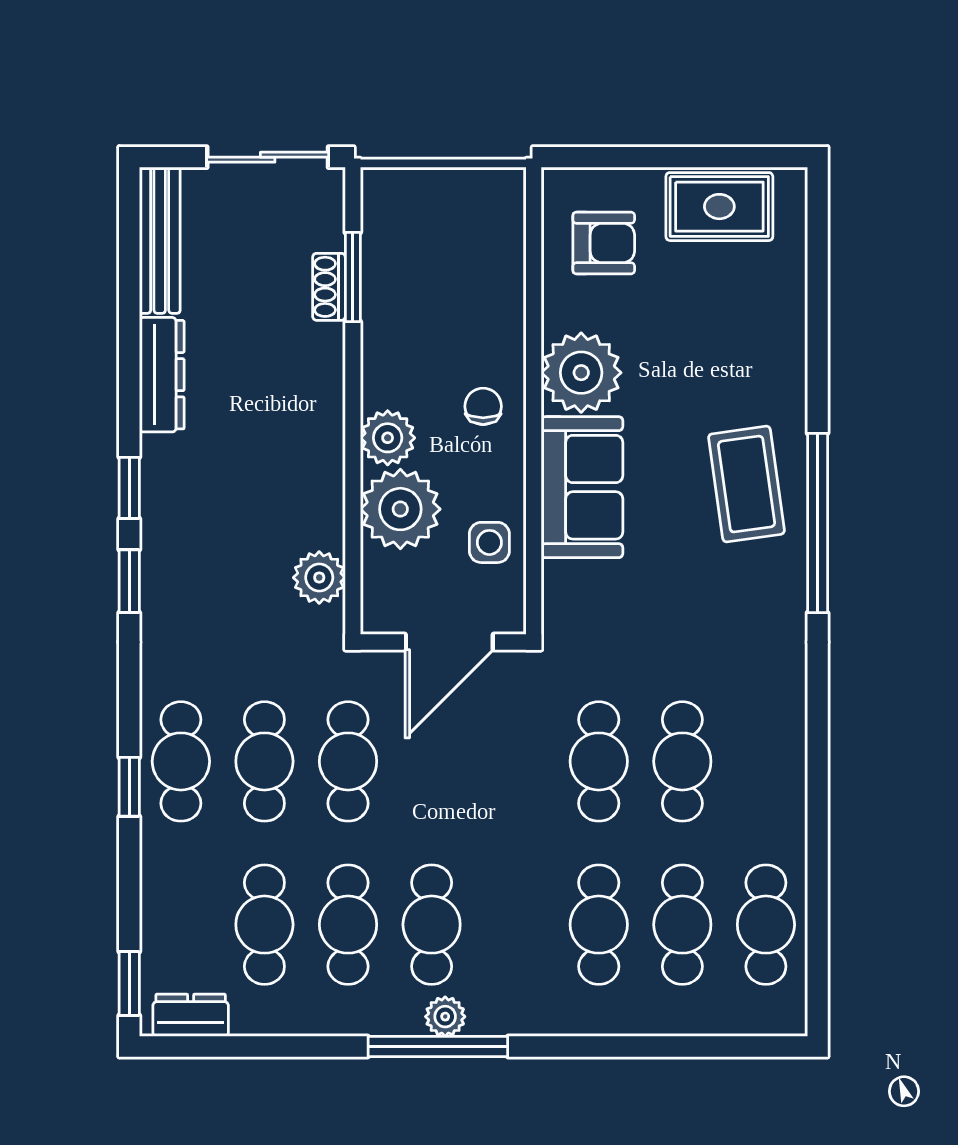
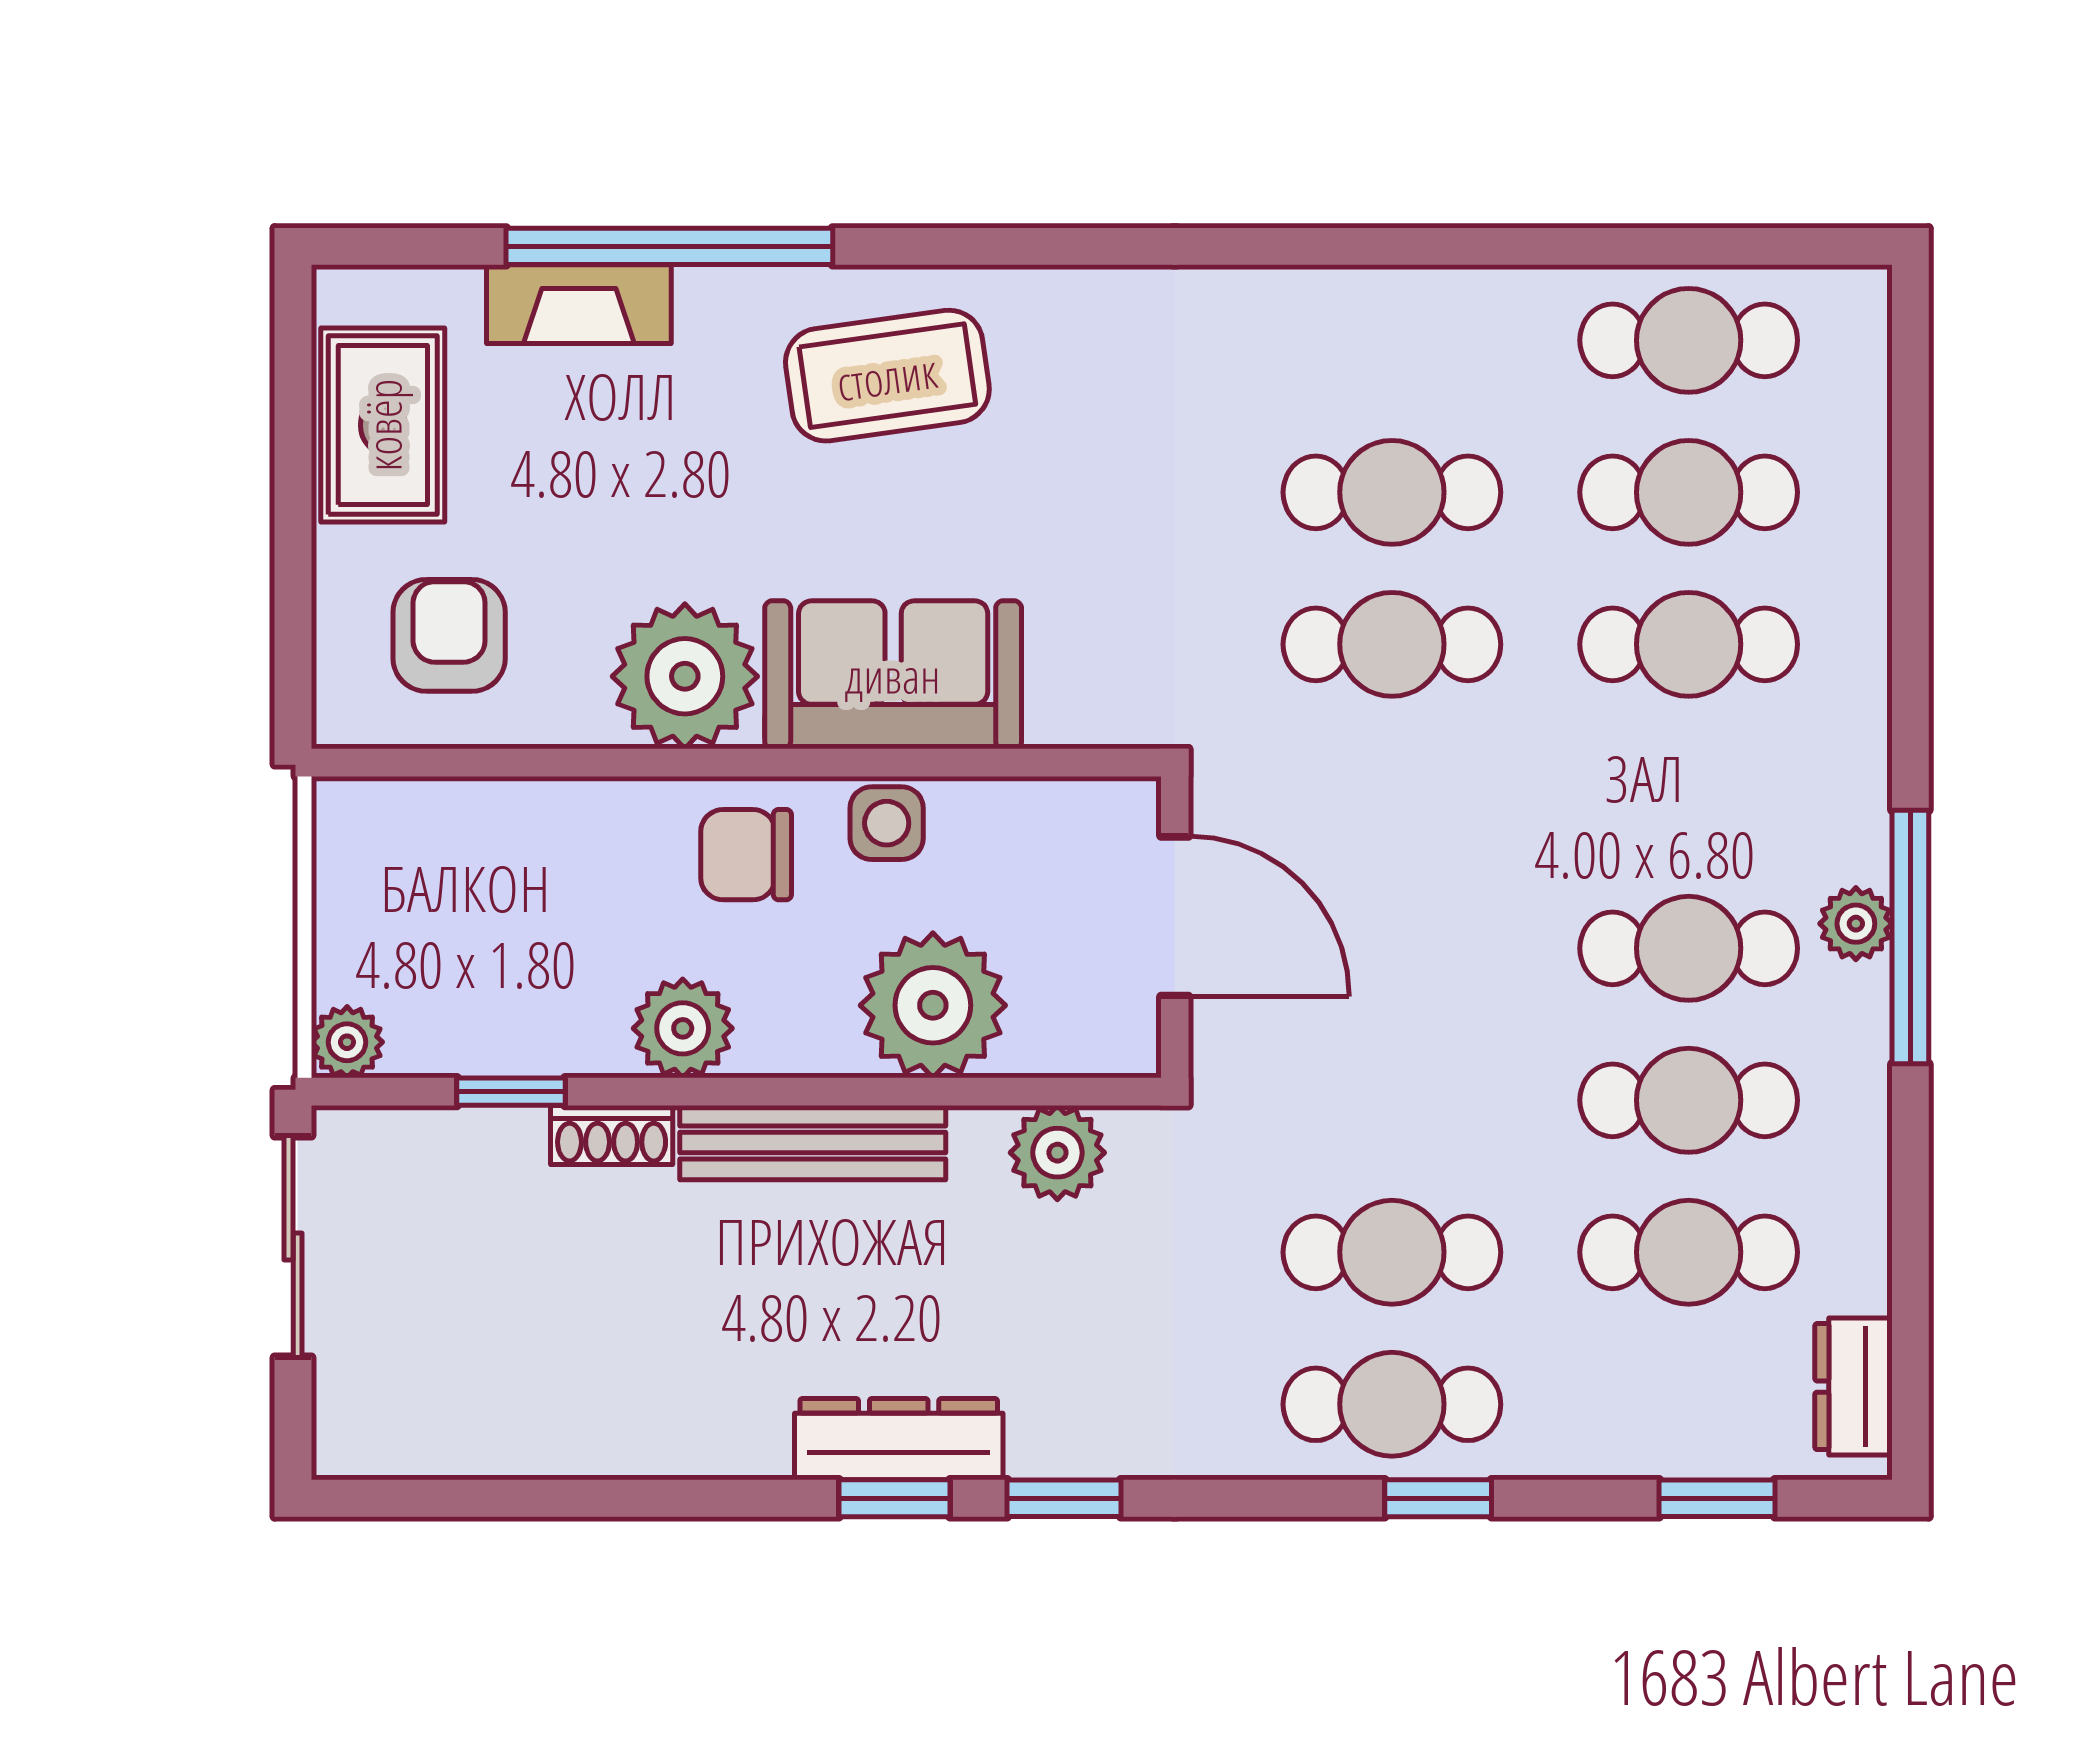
plant: (380, 187) -> (347, 1042), added
bench: (160, 240) -> (813, 1143), moved
window: (353, 277) -> (511, 1092), width x0.67
shoe rack: (329, 287) -> (612, 1135), moved
fireplace: (786, 314) -> (579, 304), added
dresser: (162, 375) -> (899, 1439), moved
chair: (483, 406) -> (746, 855), width x1.37, depth x1.37
plant: (388, 438) -> (683, 1028), moved
window: (818, 523) -> (669, 246), moved
side table: (489, 542) -> (887, 823), moved
cafe table: (348, 761) -> (1392, 1100), removed
window: (129, 984) -> (1717, 1498), moved

